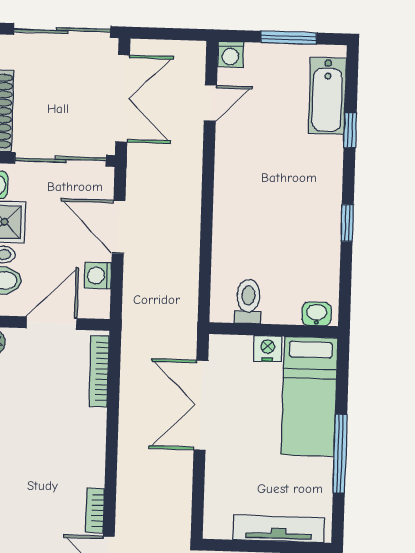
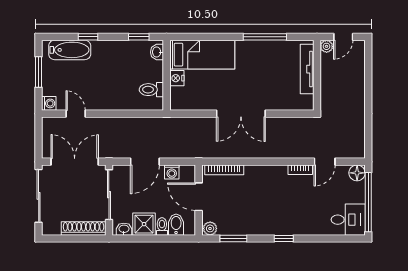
toilet: (248, 301) -> (151, 90), moved
washbasin: (317, 314) -> (157, 52), moved
wall: (274, 330) -> (167, 75), moved
nightstand: (268, 349) -> (177, 78), moved
bed: (309, 396) -> (202, 55), moved

